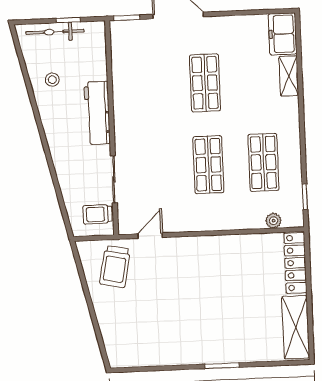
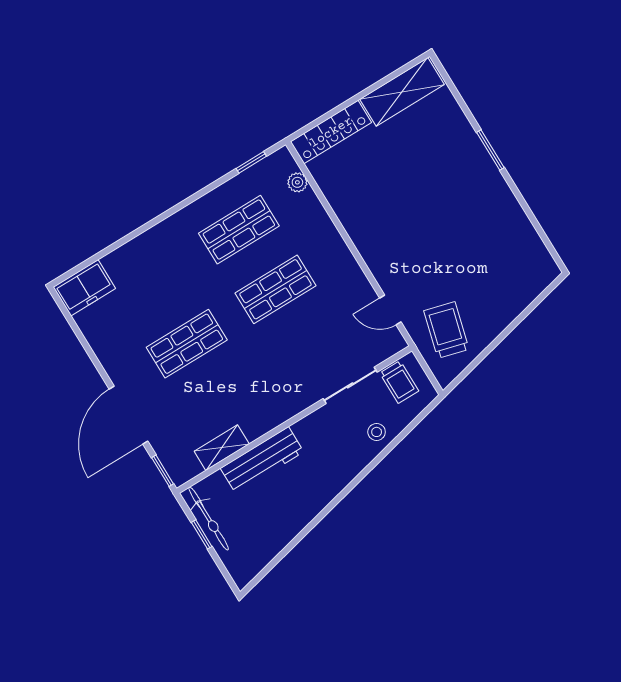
bicycle: (55, 32) -> (209, 519), moved
shelving: (289, 76) -> (222, 448), moved
stool: (52, 80) -> (377, 432), moved
workbench: (97, 113) -> (262, 460), moved
trolley: (115, 267) -> (446, 330), turned -86

